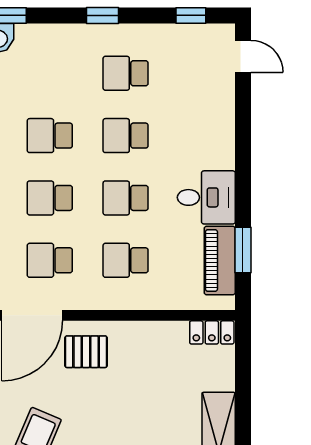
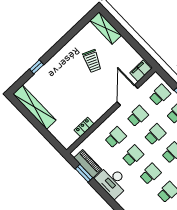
desk: (206, 197) -> (112, 181), width x1.37
locker: (212, 332) -> (84, 127), moved
pallet: (86, 352) -> (101, 100), removed

